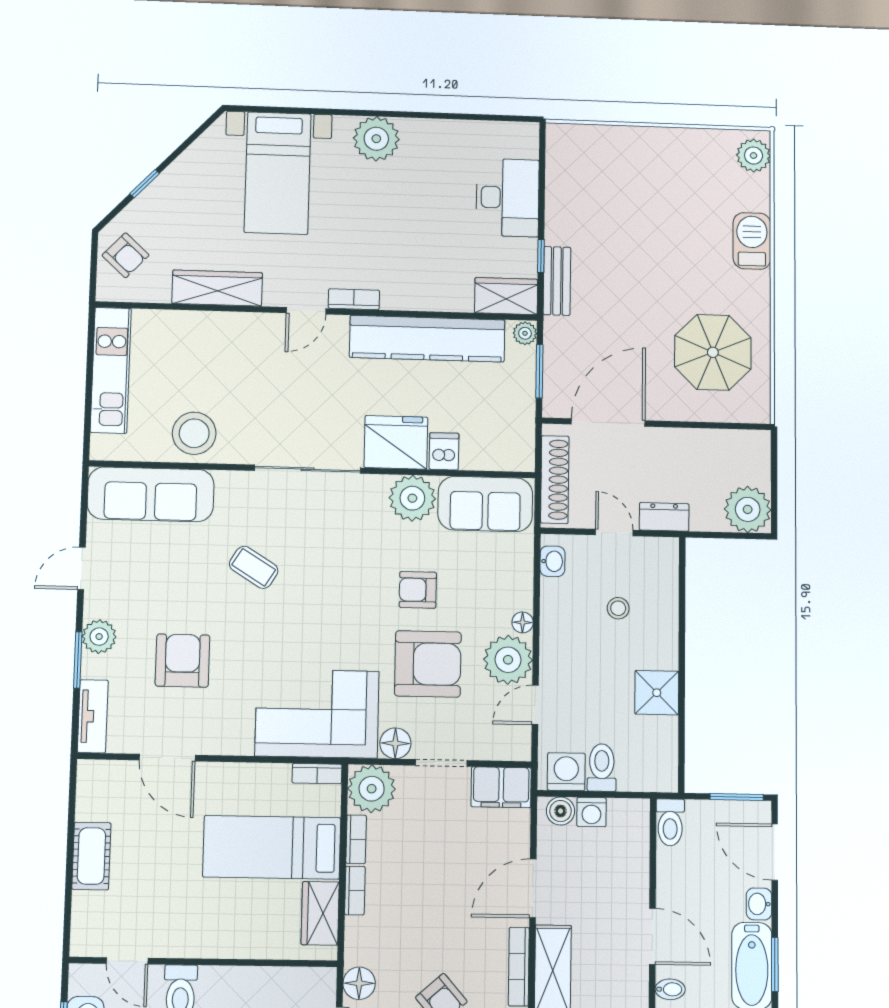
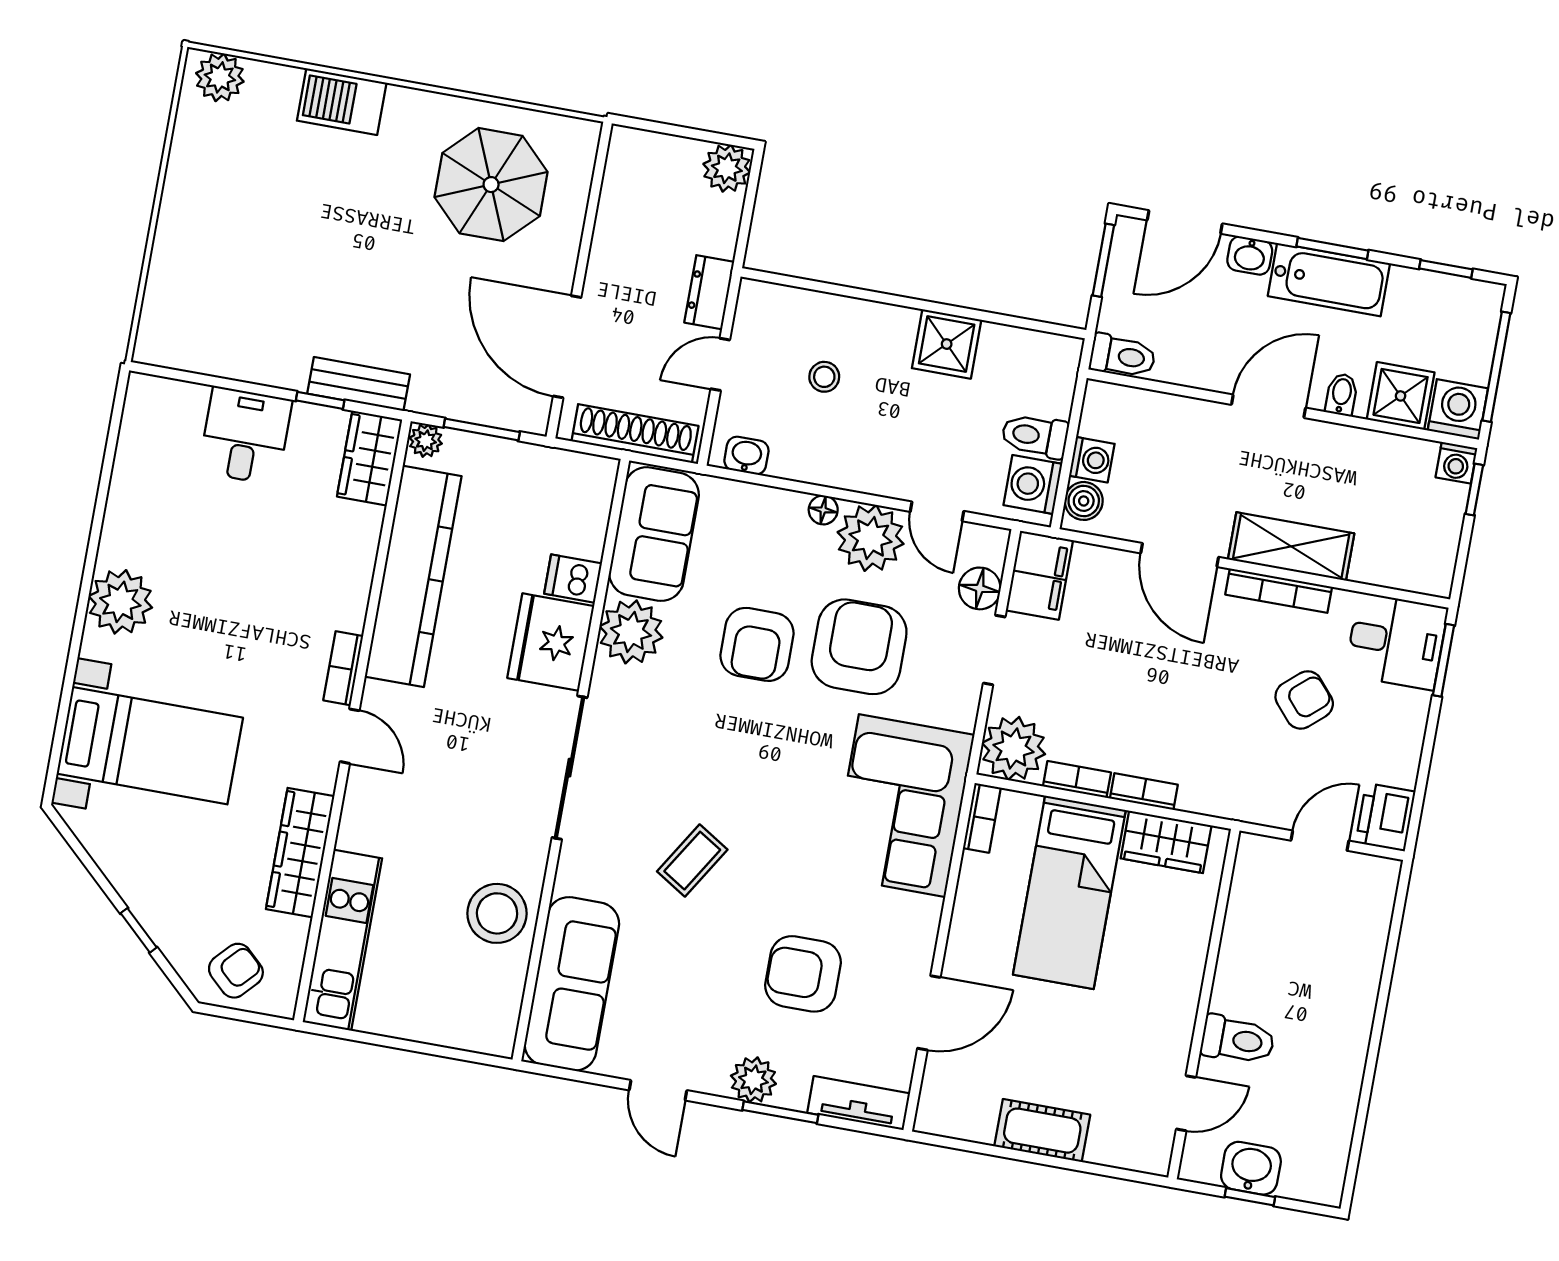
desk: (508, 198) -> (245, 436), width x0.73
kitchen unit: (111, 370) -> (342, 940), moved, turned 90
plant: (748, 509) -> (727, 168), width x0.73, depth x0.73
armchair: (418, 590) -> (757, 644), width x1.38, depth x1.38
floor lamp: (395, 743) -> (980, 588), moved
floor lamp: (359, 983) -> (1265, 805), removed

